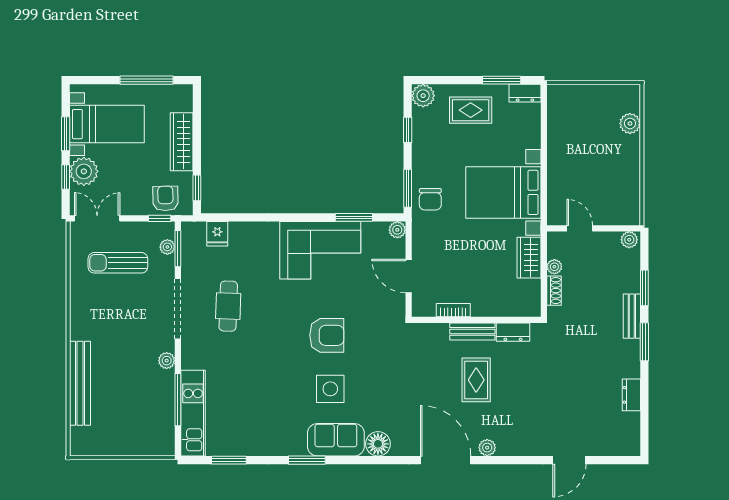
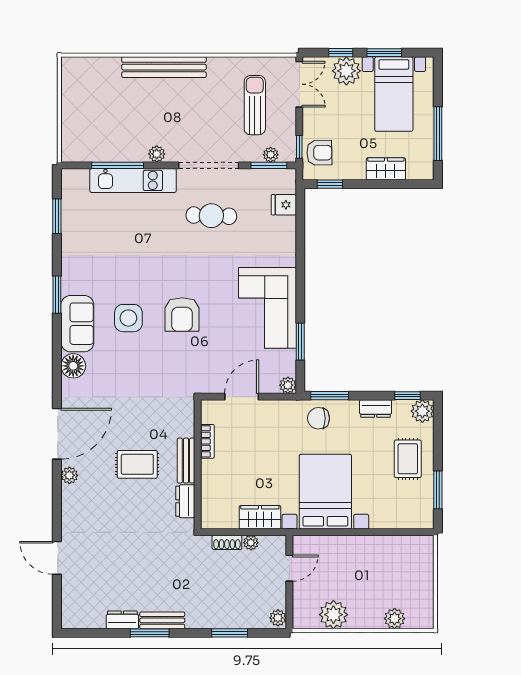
dresser: (525, 93) -> (376, 409), moved, turned -90
window: (408, 130) -> (407, 396), moved
wardrobe: (182, 142) -> (386, 169), width x0.67
plant: (626, 184) -> (333, 615), added
bench: (632, 316) -> (162, 620), moved
window: (644, 342) -> (150, 633), moved
bench: (80, 383) -> (164, 67), moved
kitchen unit: (193, 413) -> (133, 180), moved

